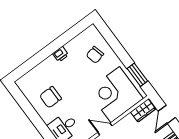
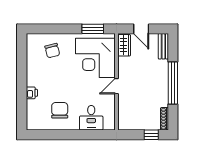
printer: (61, 54) -> (32, 93), moved
chair: (51, 97) -> (60, 110), turned 180

